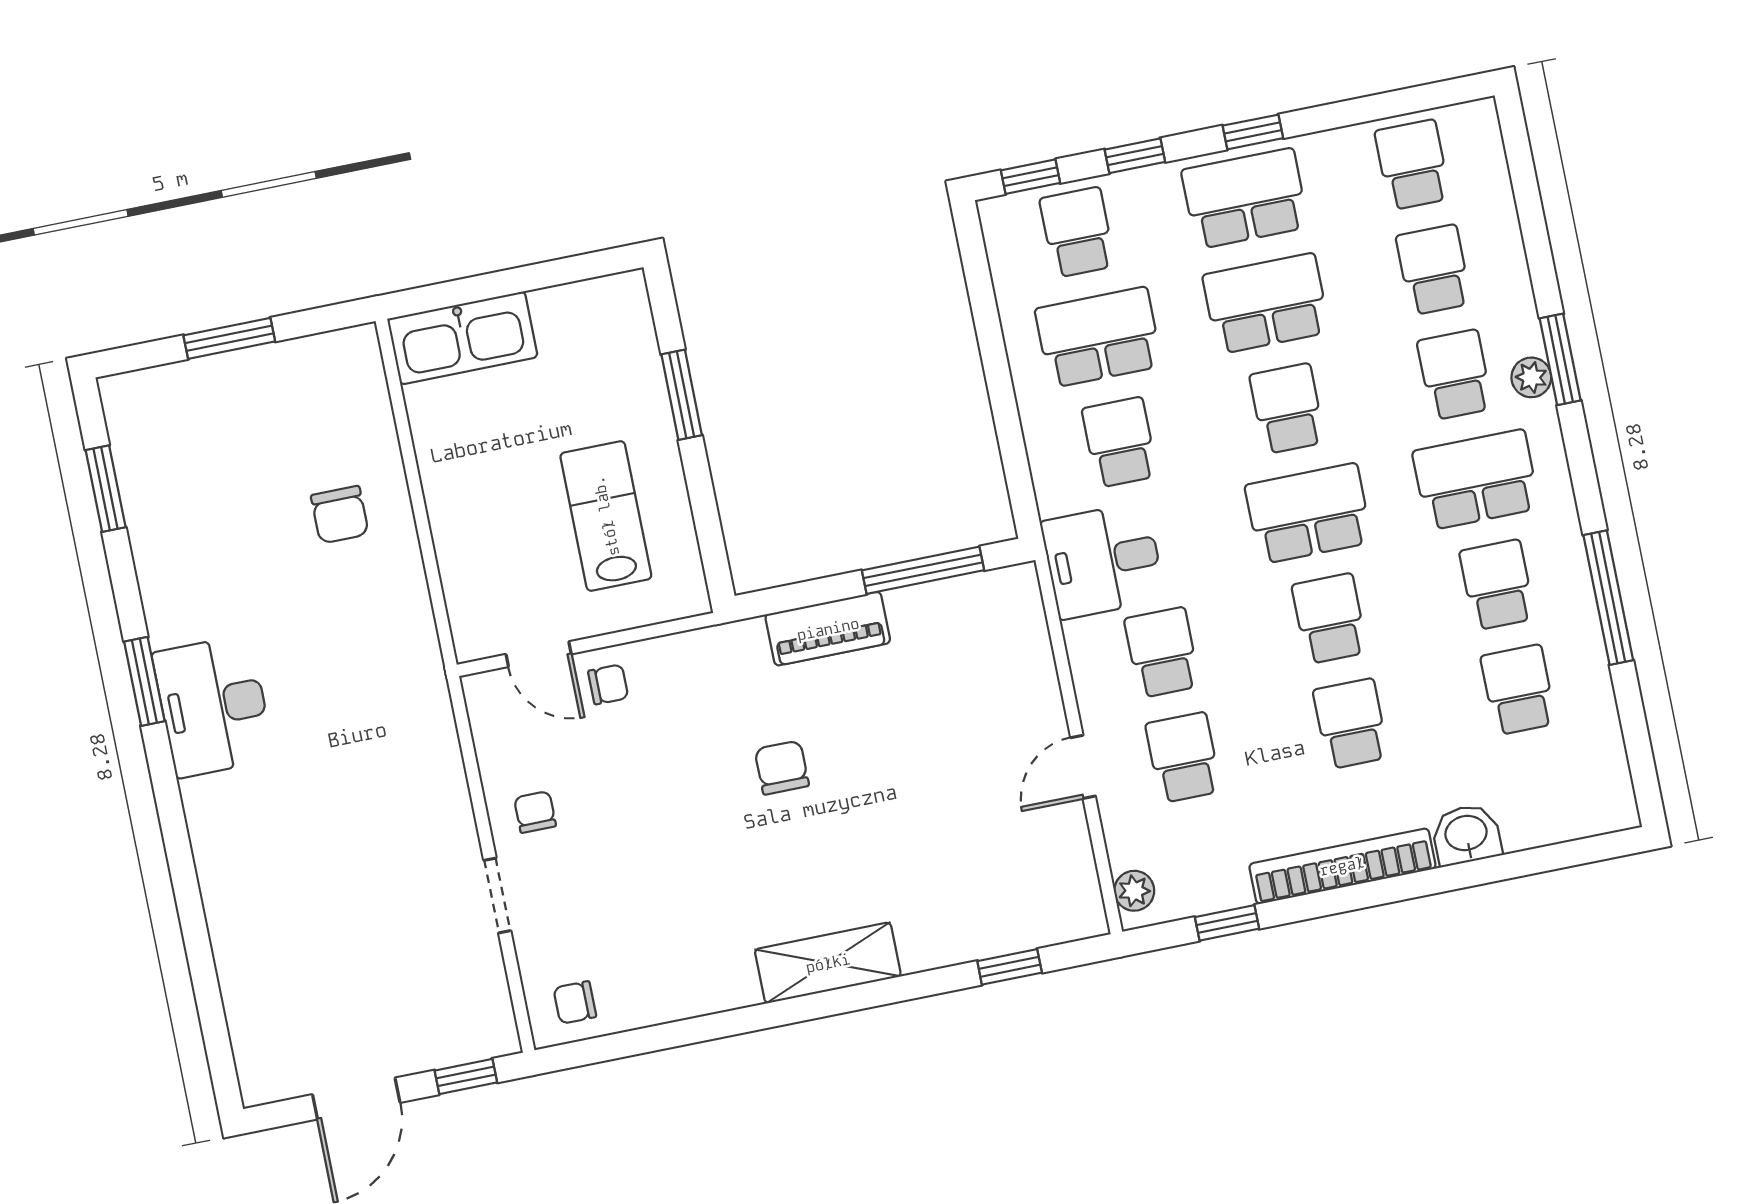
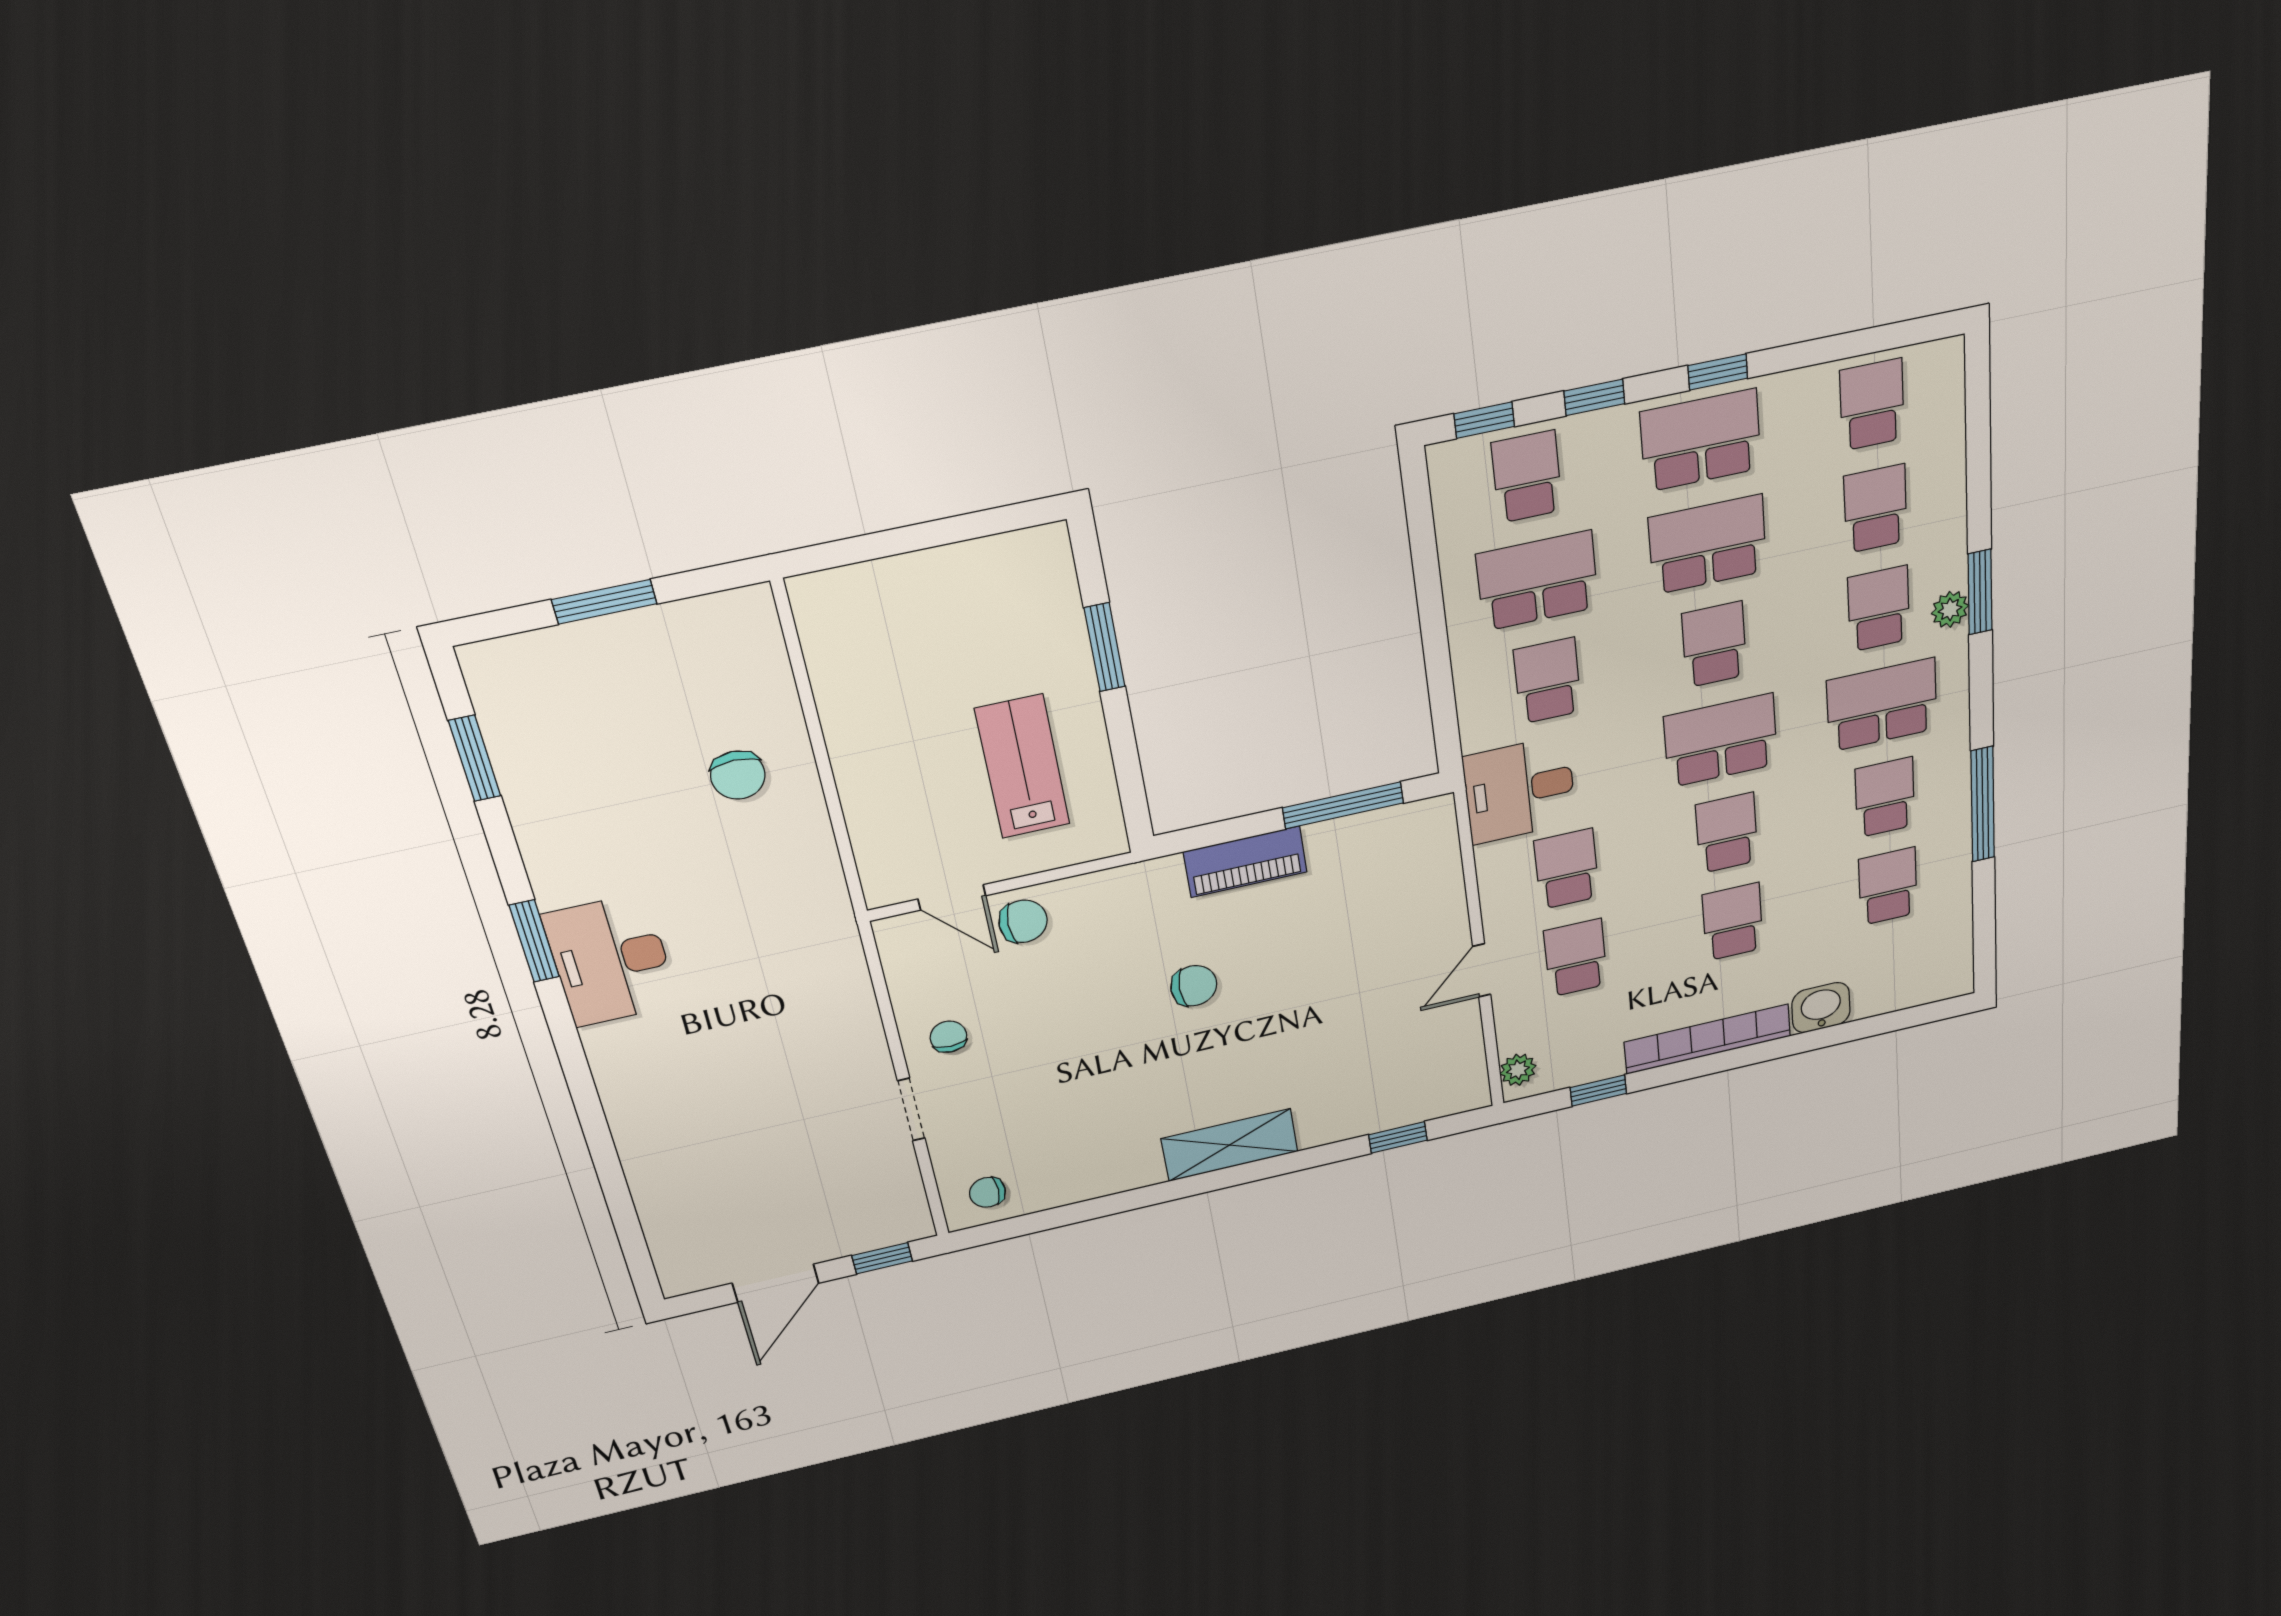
kitchen sink: (462, 338) -> (868, 596), removed
chair: (608, 684) -> (1023, 921), width x1.37, depth x1.37
chair: (782, 768) -> (1194, 986), turned 90

